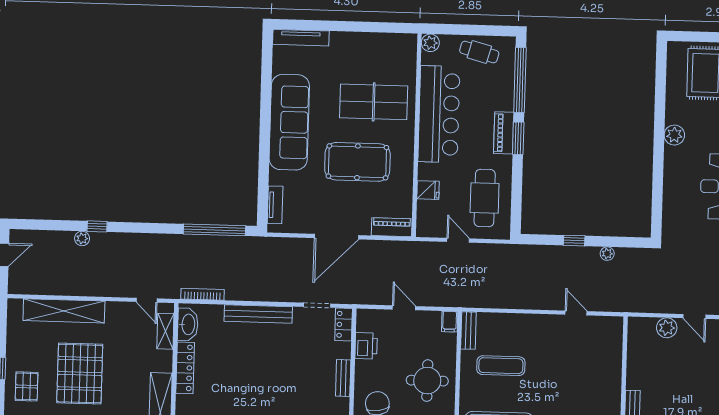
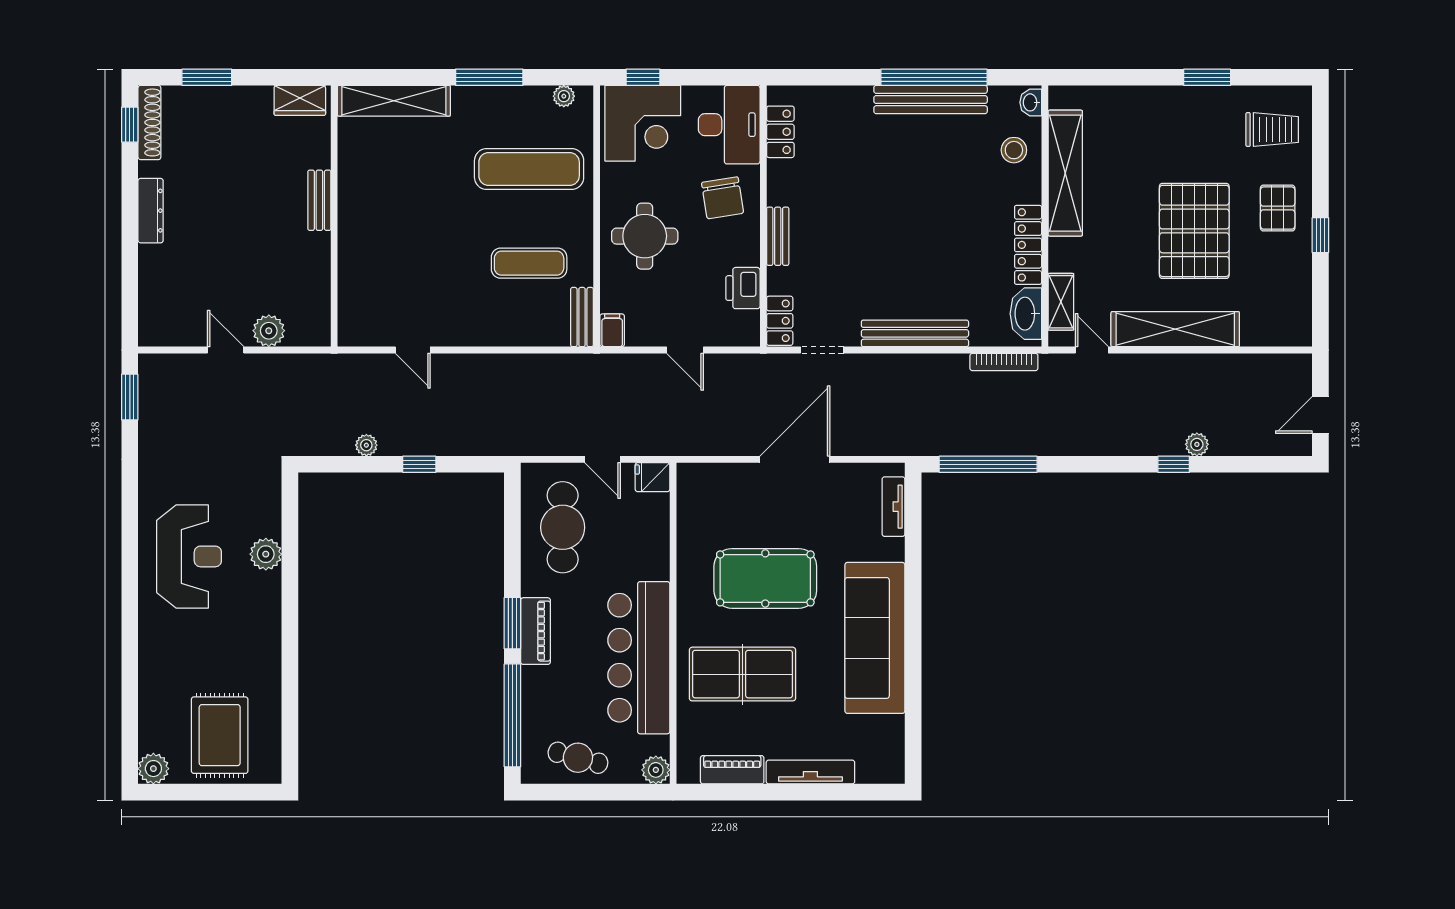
tv unit: (301, 38) -> (810, 772), moved
plant: (674, 135) -> (266, 554), moved
fridge: (428, 190) -> (652, 477), moved
piano: (392, 227) -> (732, 770), moved, turned 180
shelving: (64, 311) -> (1175, 329), moved

